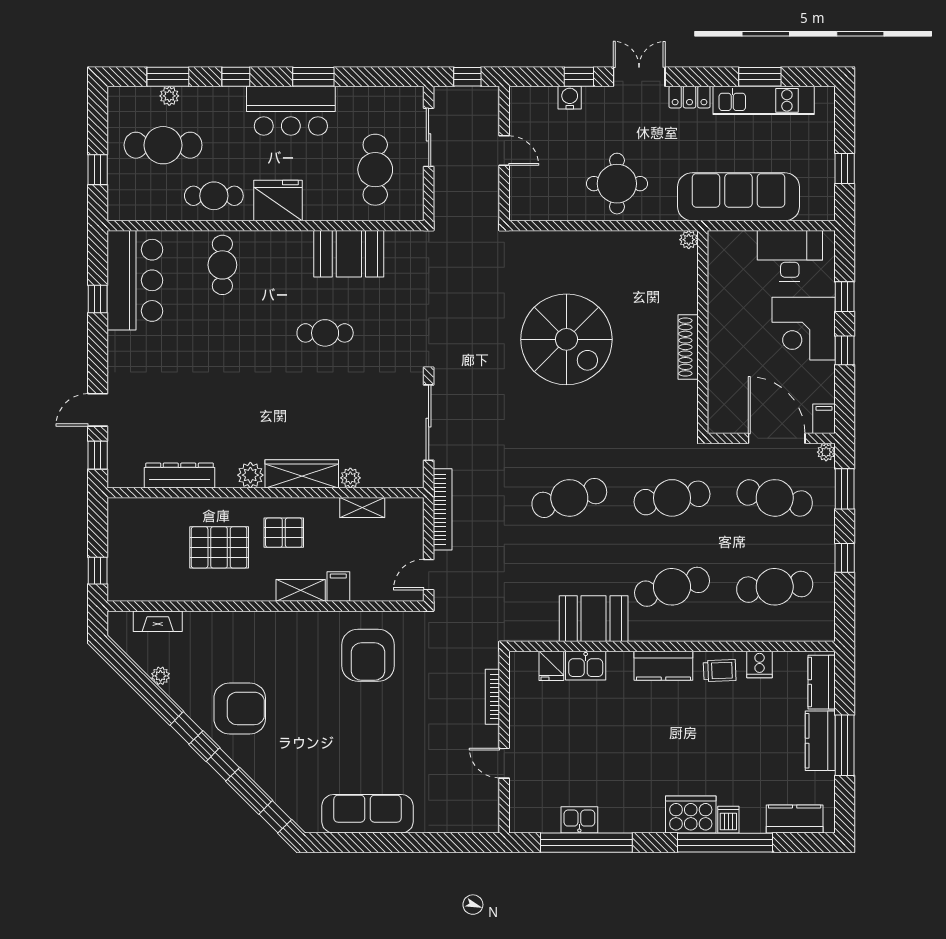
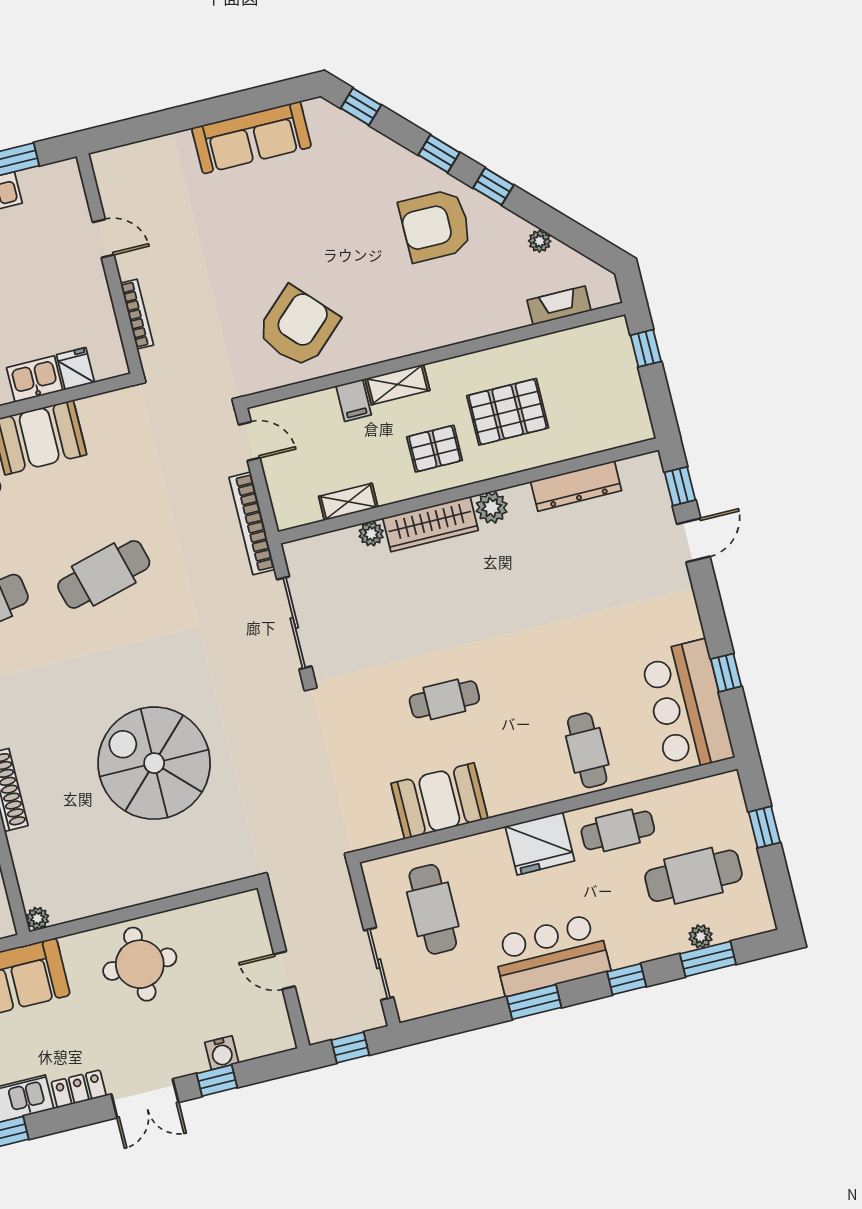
door: (429, 575) -> (249, 441), hinge flipped
armchair: (368, 655) -> (298, 327), turned 47

